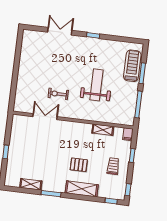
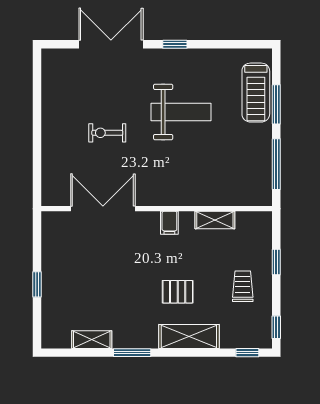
double door: (60, 31) -> (111, 44), width x1.37
treadmill: (132, 66) -> (256, 93), turned 180
weight bench: (96, 85) -> (181, 112), moved, turned 90
exercise bike: (58, 94) -> (107, 133), moved
double door: (45, 117) -> (103, 209), width x1.37
filing cabinet: (128, 134) -> (169, 223), moved

